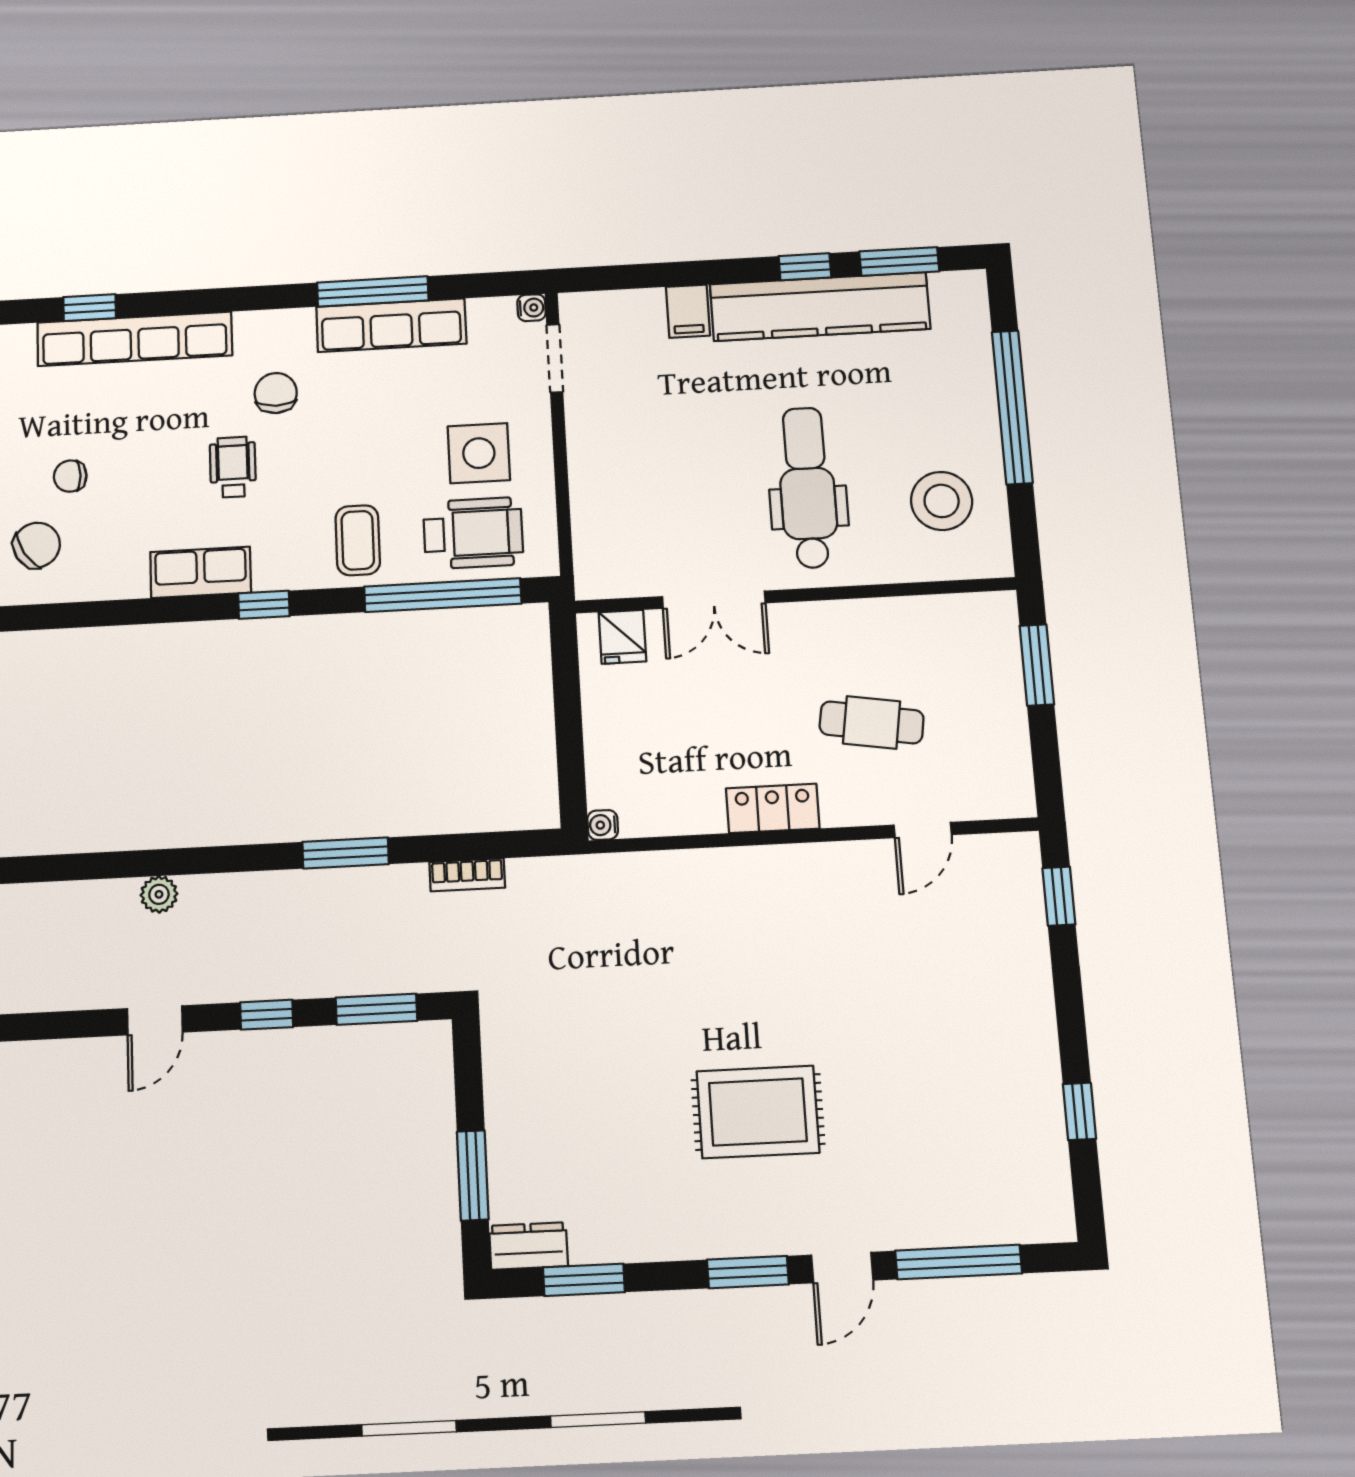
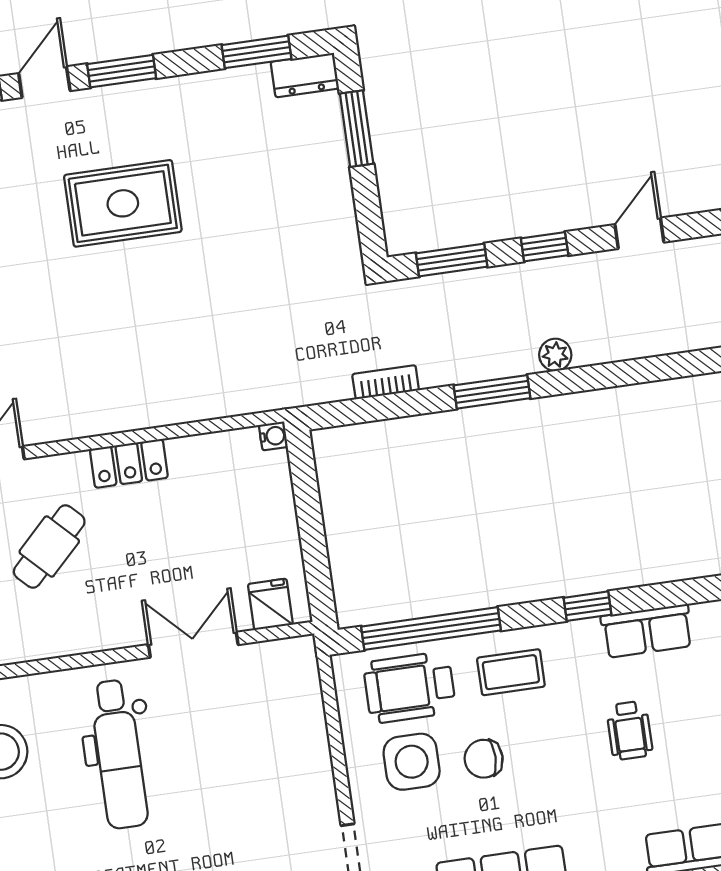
chair: (276, 393) -> (484, 759), moved, turned 90
coffee table: (358, 540) -> (511, 672), turned 90
cafe table: (872, 722) -> (49, 546), turned -54
plant: (159, 894) -> (555, 355), moved

